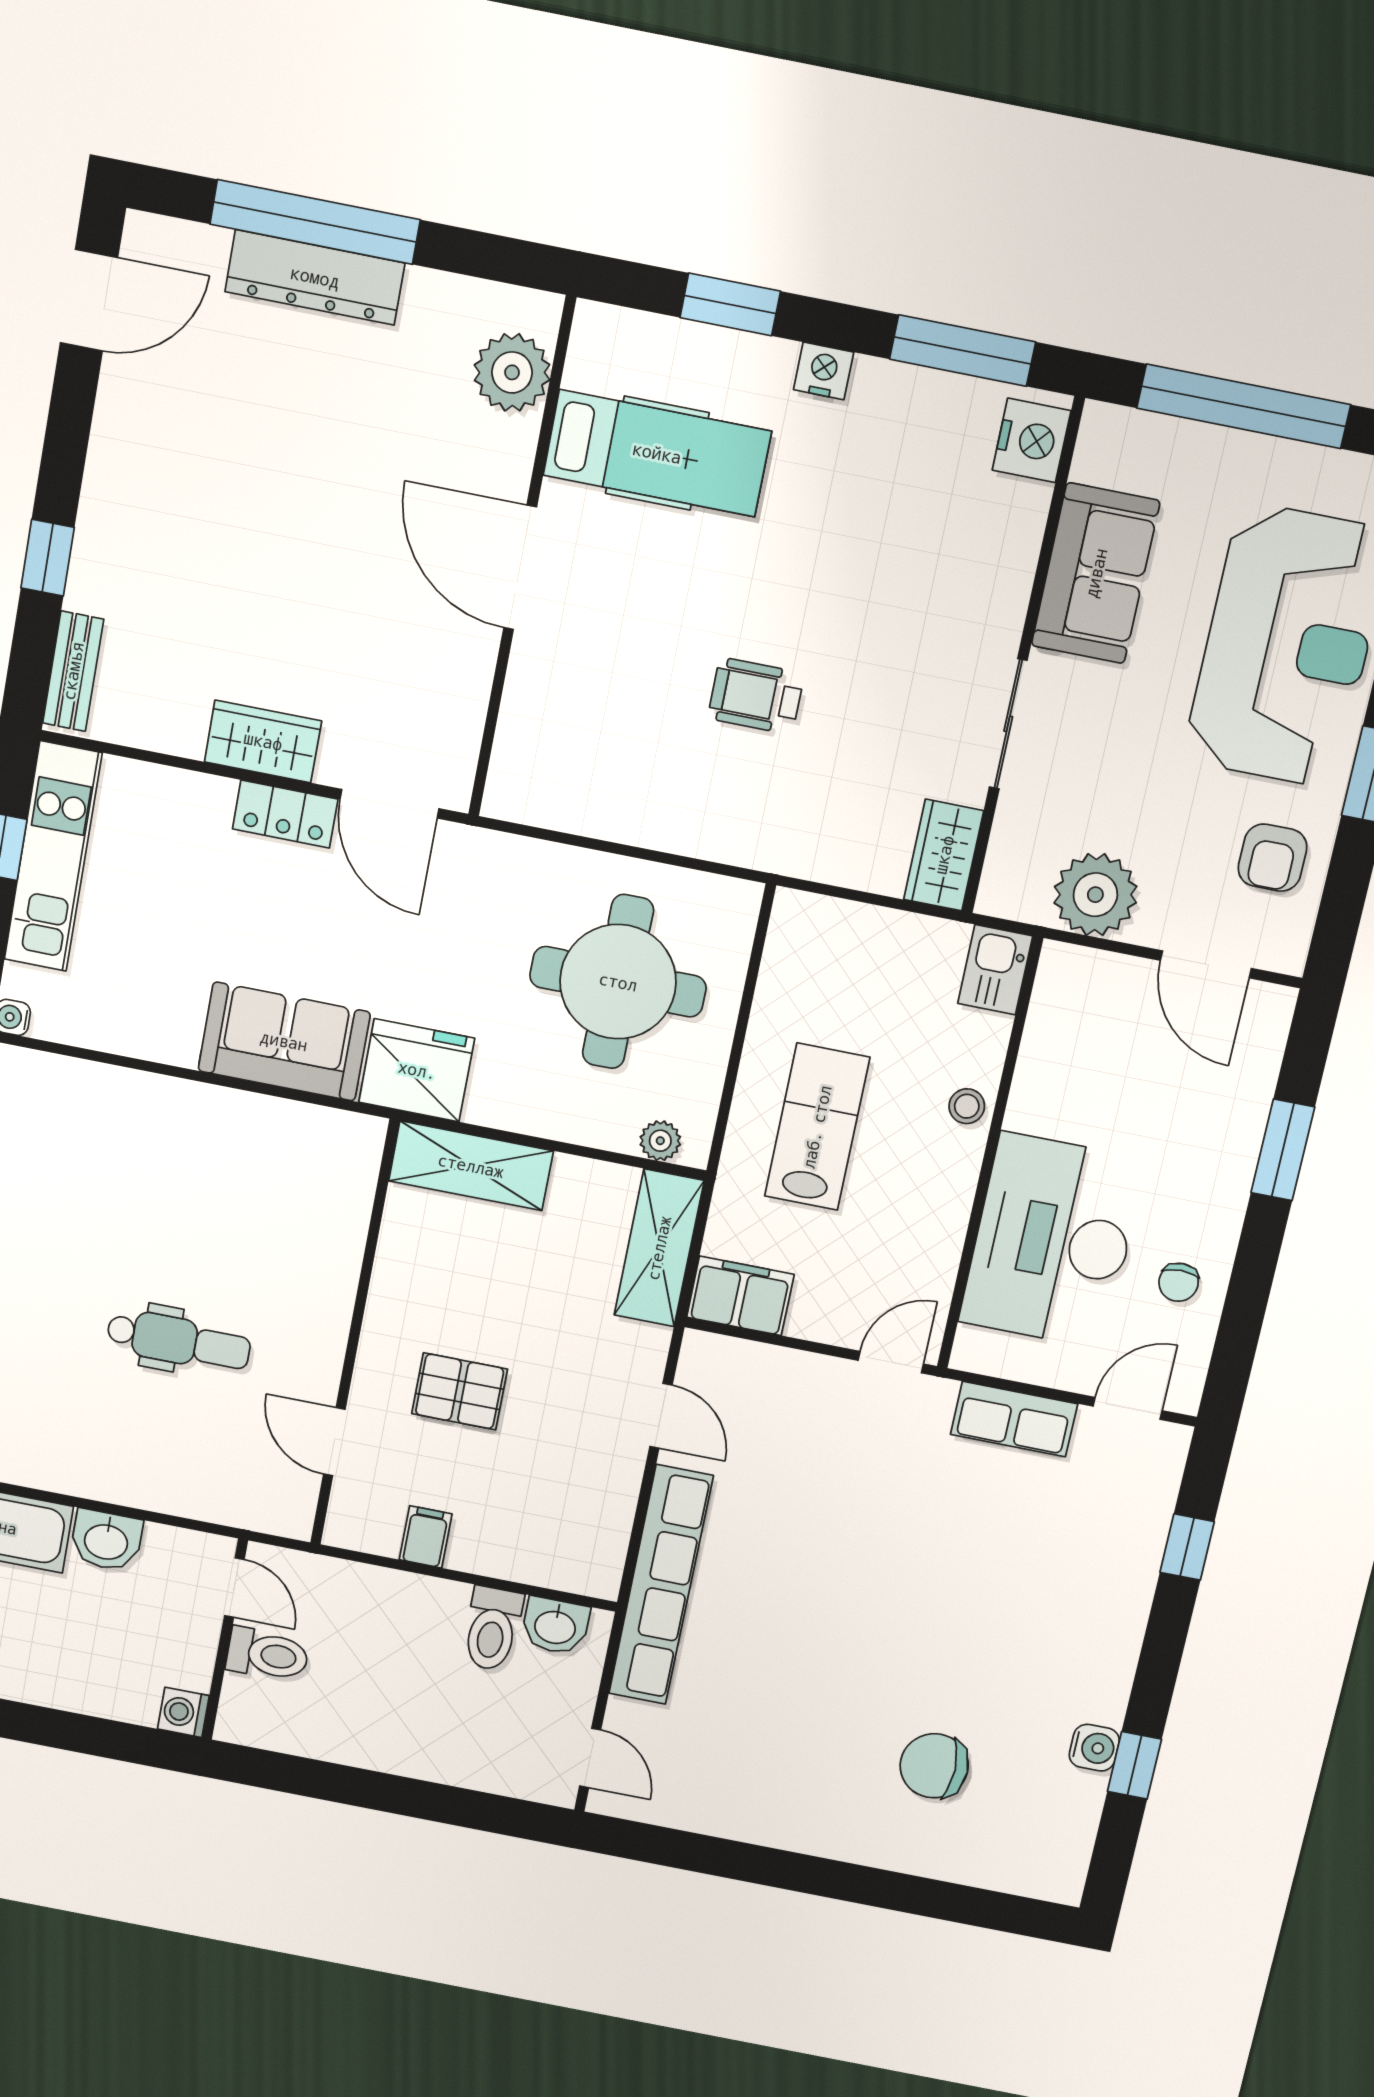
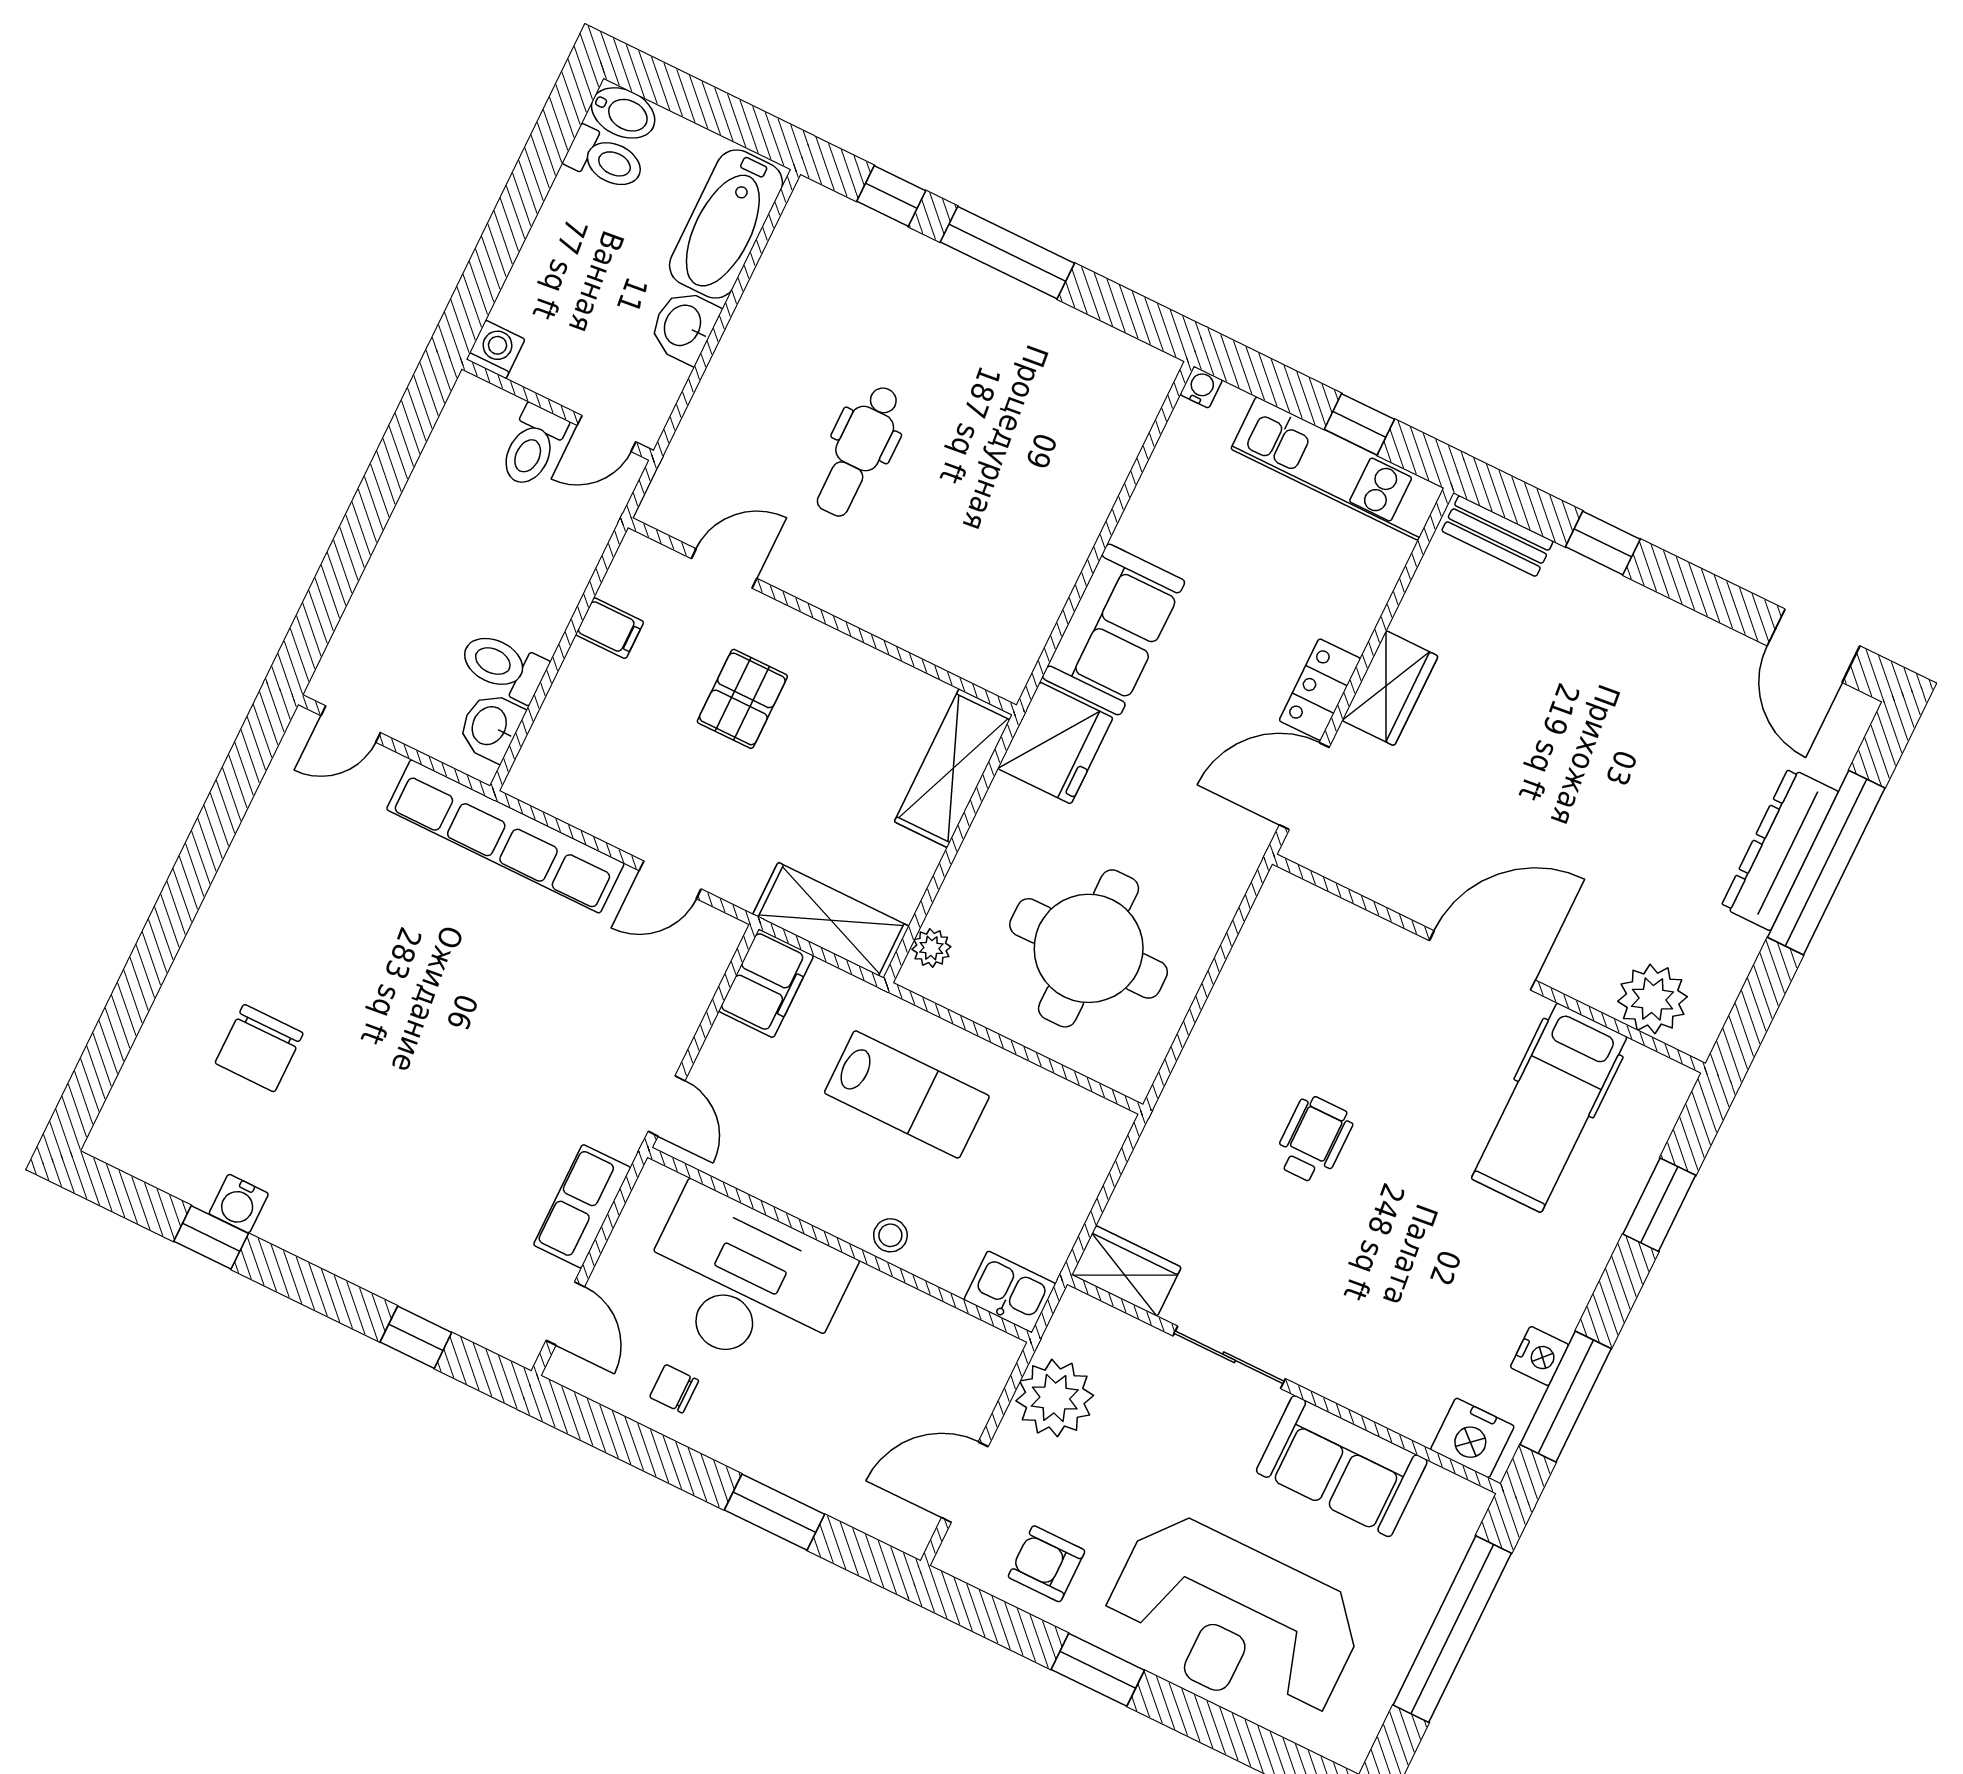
nightstand: (824, 371) -> (1539, 1356), moved
chair: (934, 1766) -> (259, 1048), turned 180

